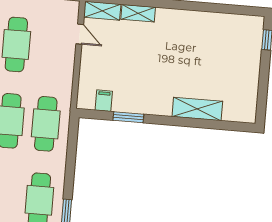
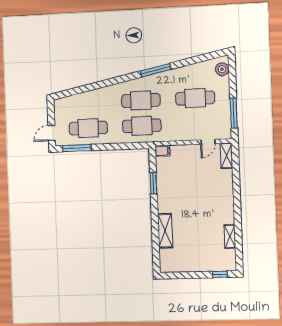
shelving: (138, 13) -> (230, 236), moved
filing cabinet: (104, 101) -> (162, 151), moved

